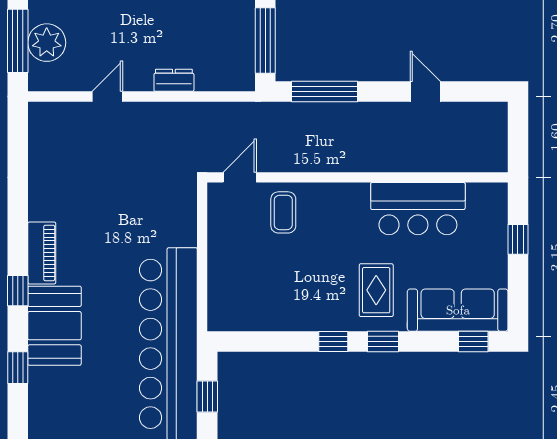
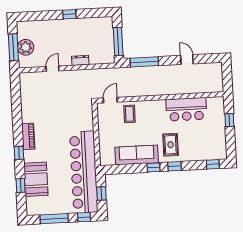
sofa: (458, 310) -> (137, 155), moved
booth: (54, 326) -> (36, 179), moved

